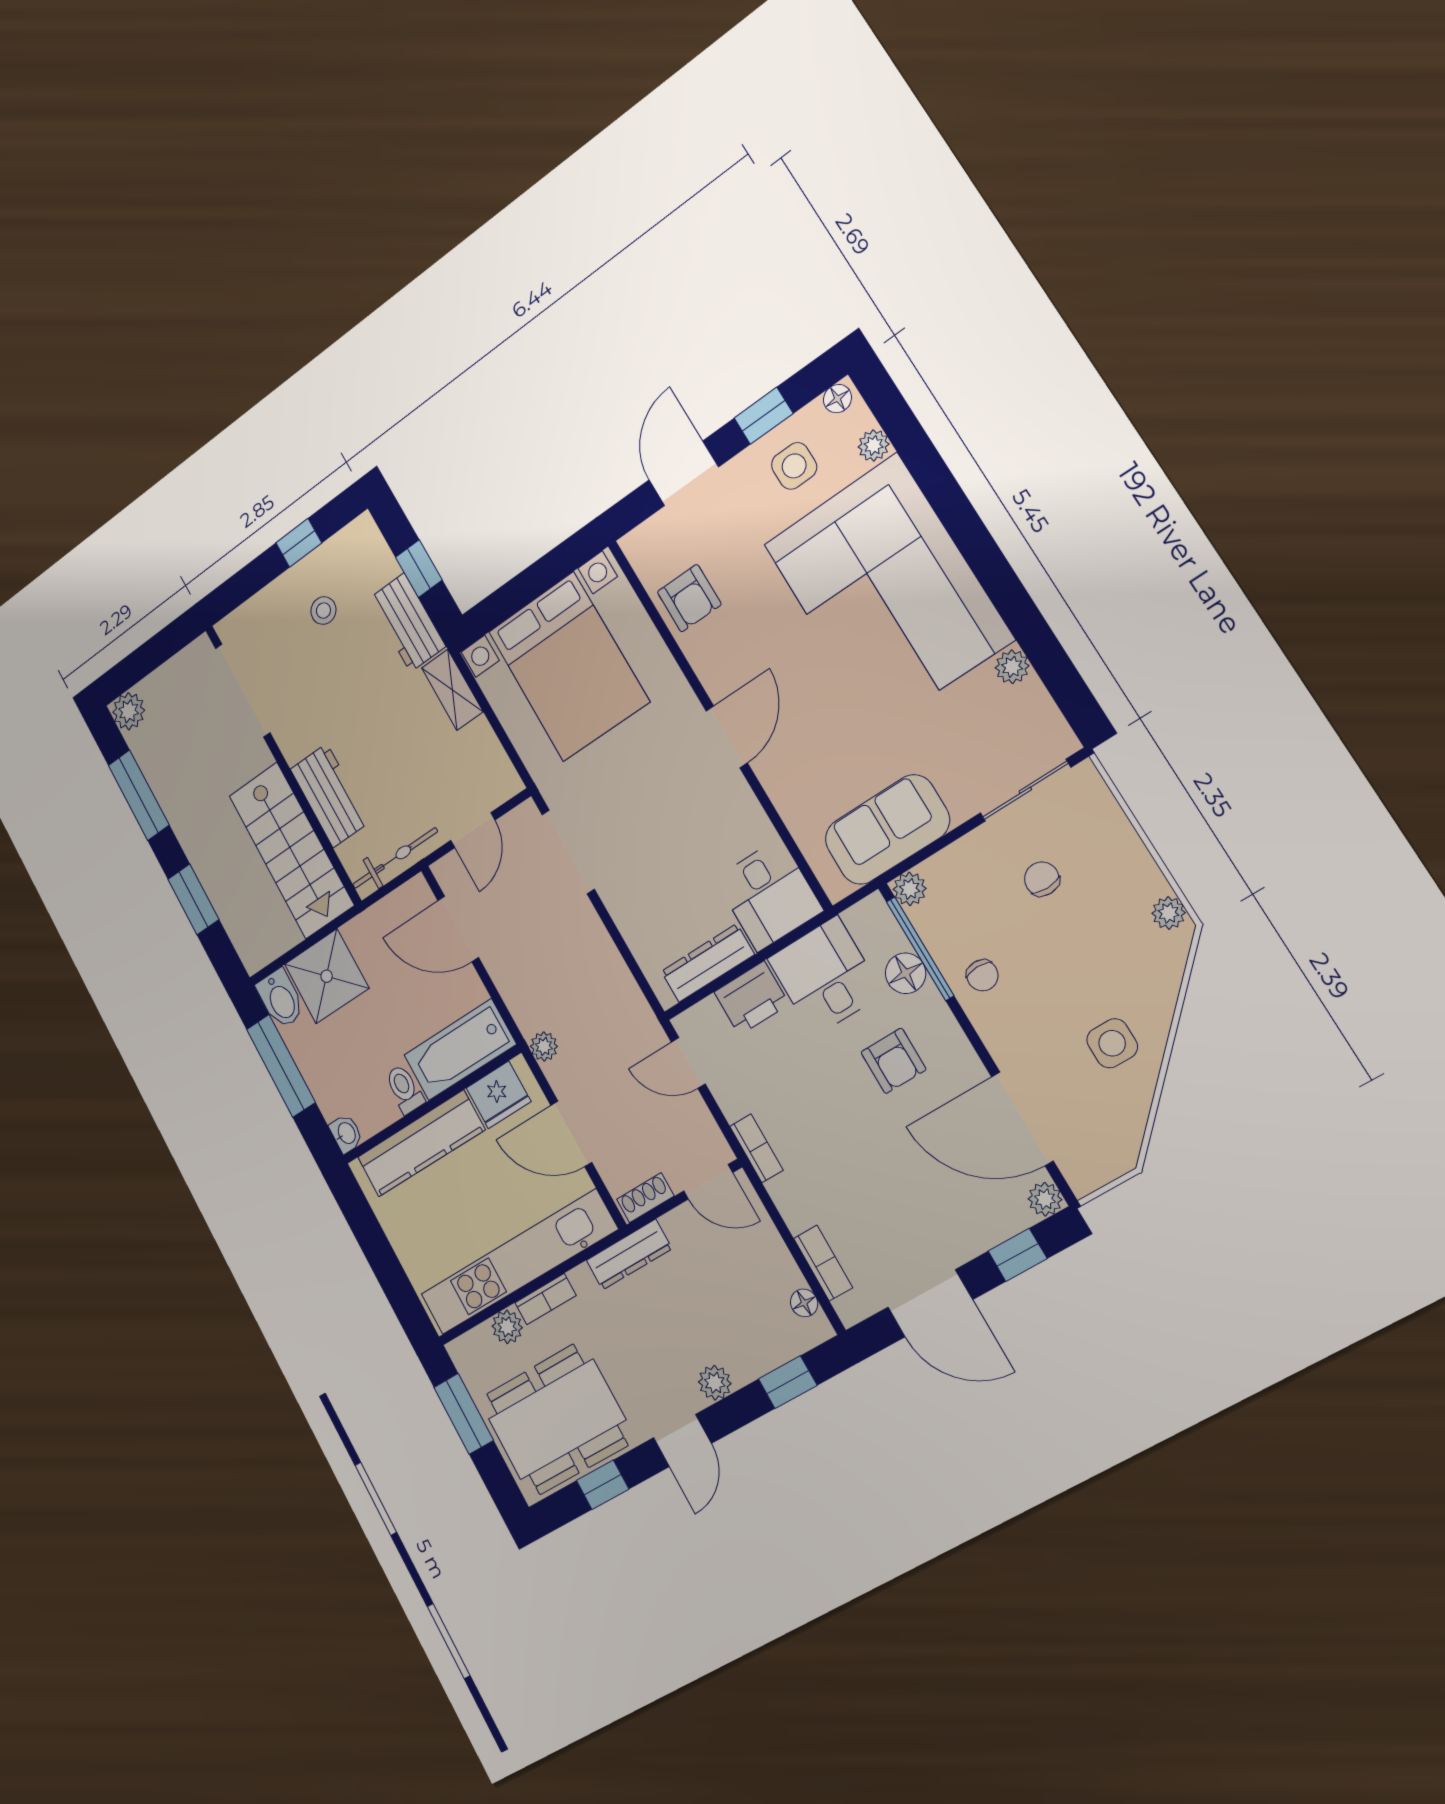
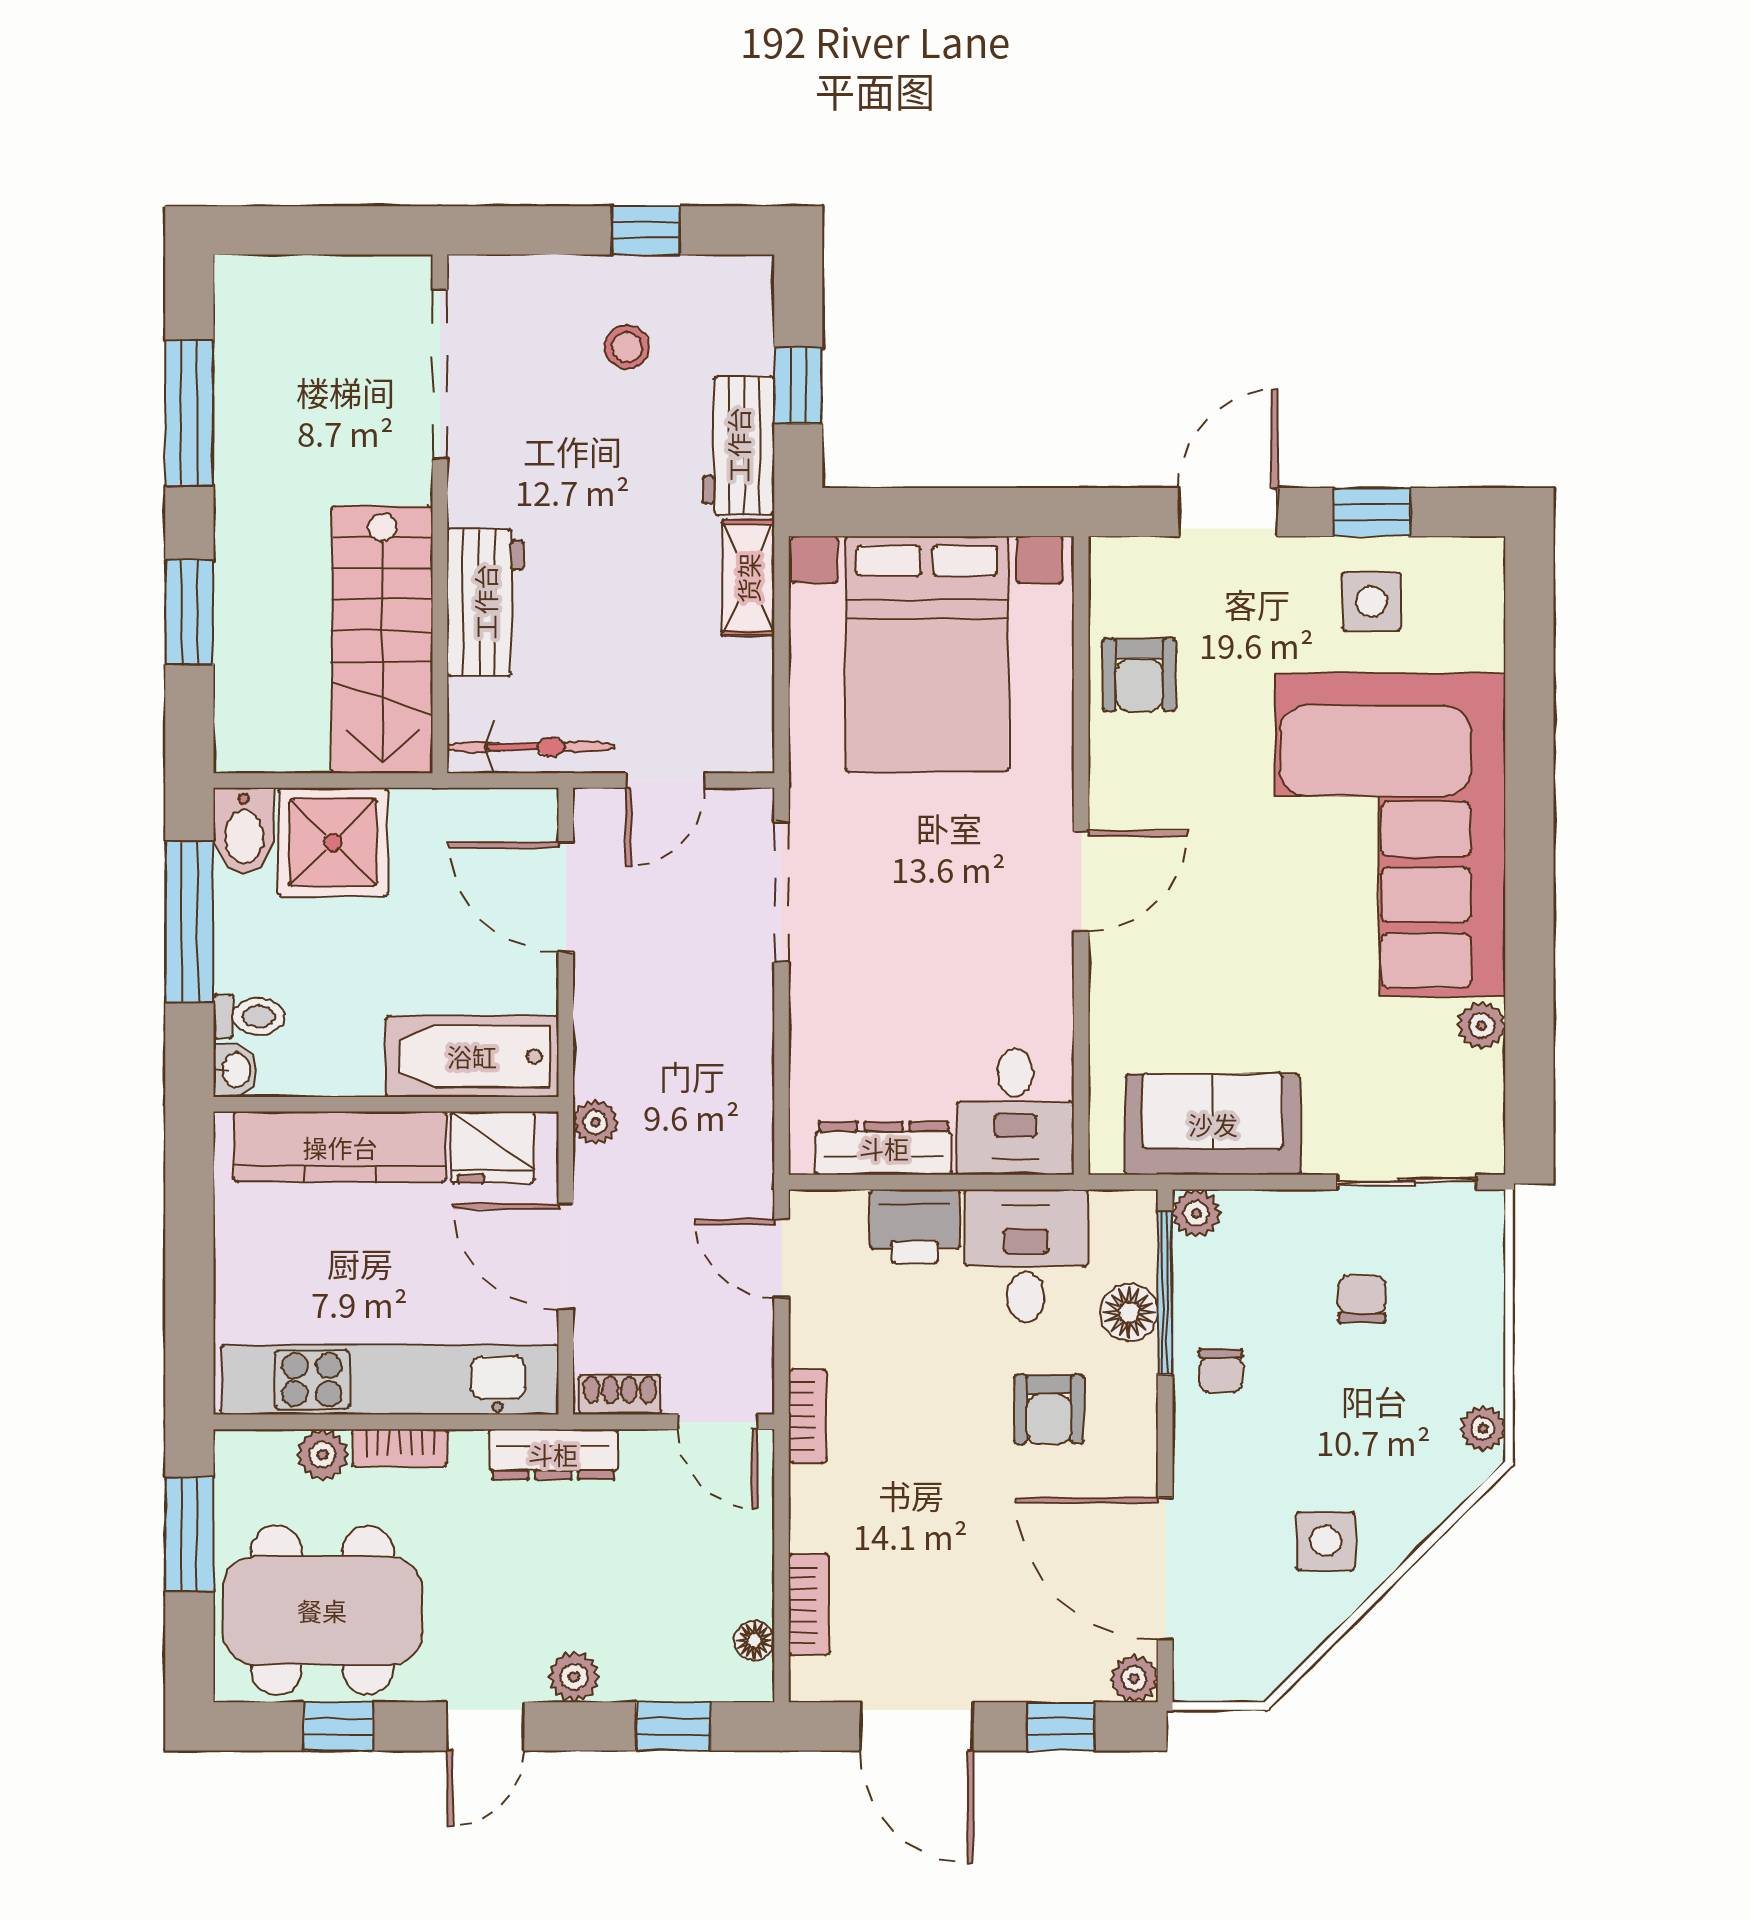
floor lamp: (837, 399) -> (1475, 557), removed
plant: (874, 445) -> (1483, 645), removed
plant: (129, 711) -> (244, 285), removed
toilet: (405, 1089) -> (249, 1016), moved, turned 90

